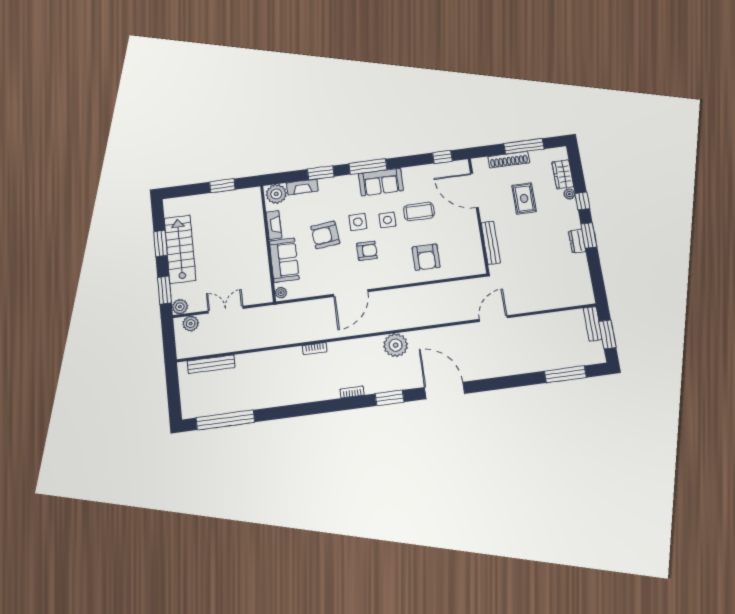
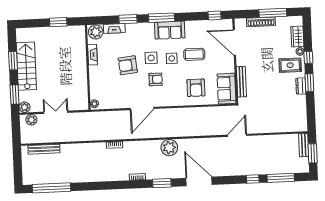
rug: (524, 198) -> (290, 65), moved, turned 90
sofa: (284, 260) -> (227, 89), moved, turned 180
window: (524, 380) -> (253, 179), added

